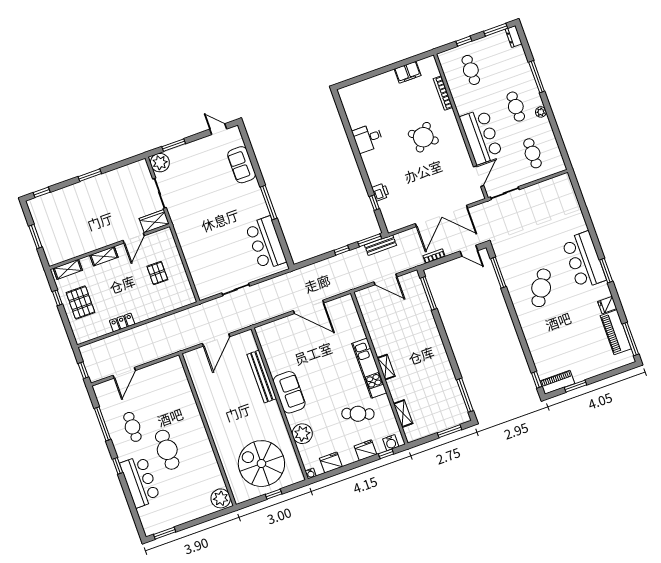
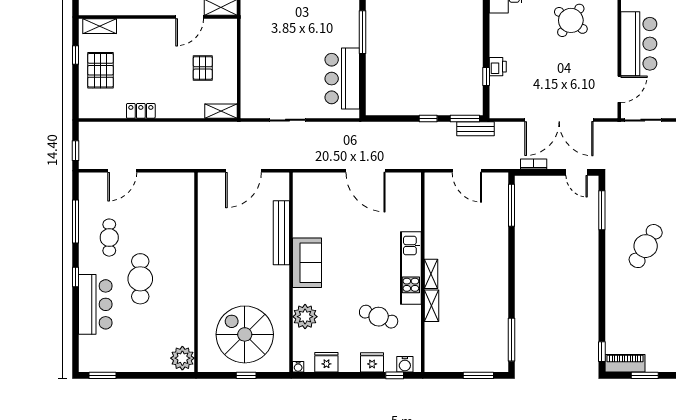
shelving: (104, 256) -> (221, 111), moved
shelving: (403, 414) -> (431, 306), moved

